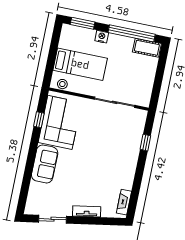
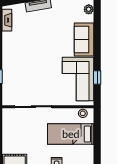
plant: (33, 196) -> (89, 9), added

